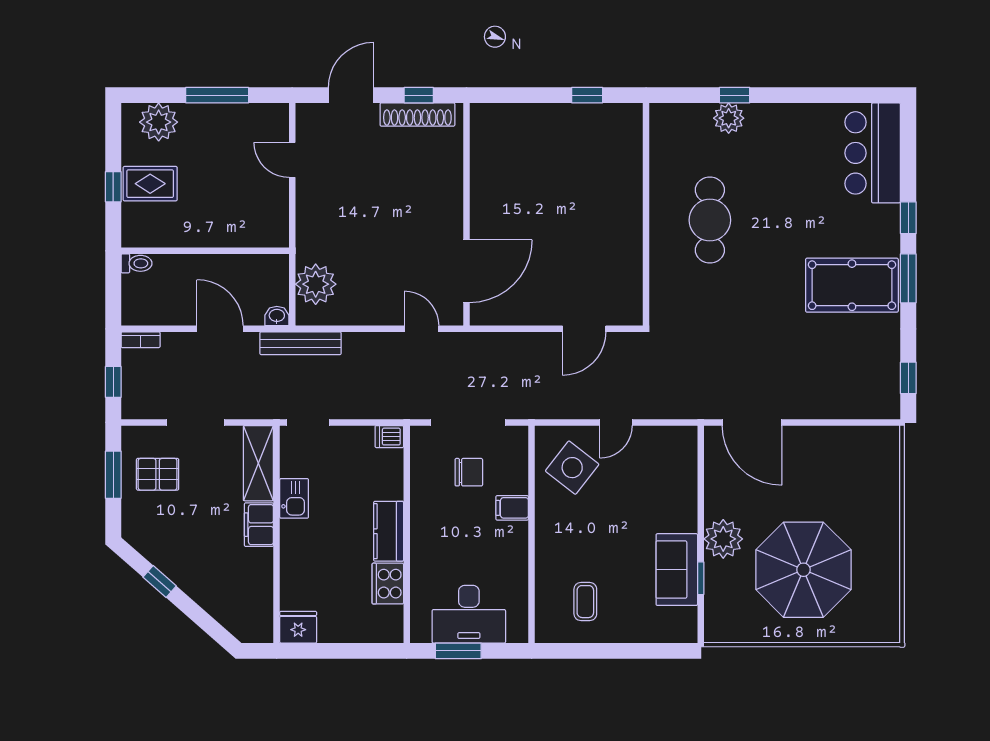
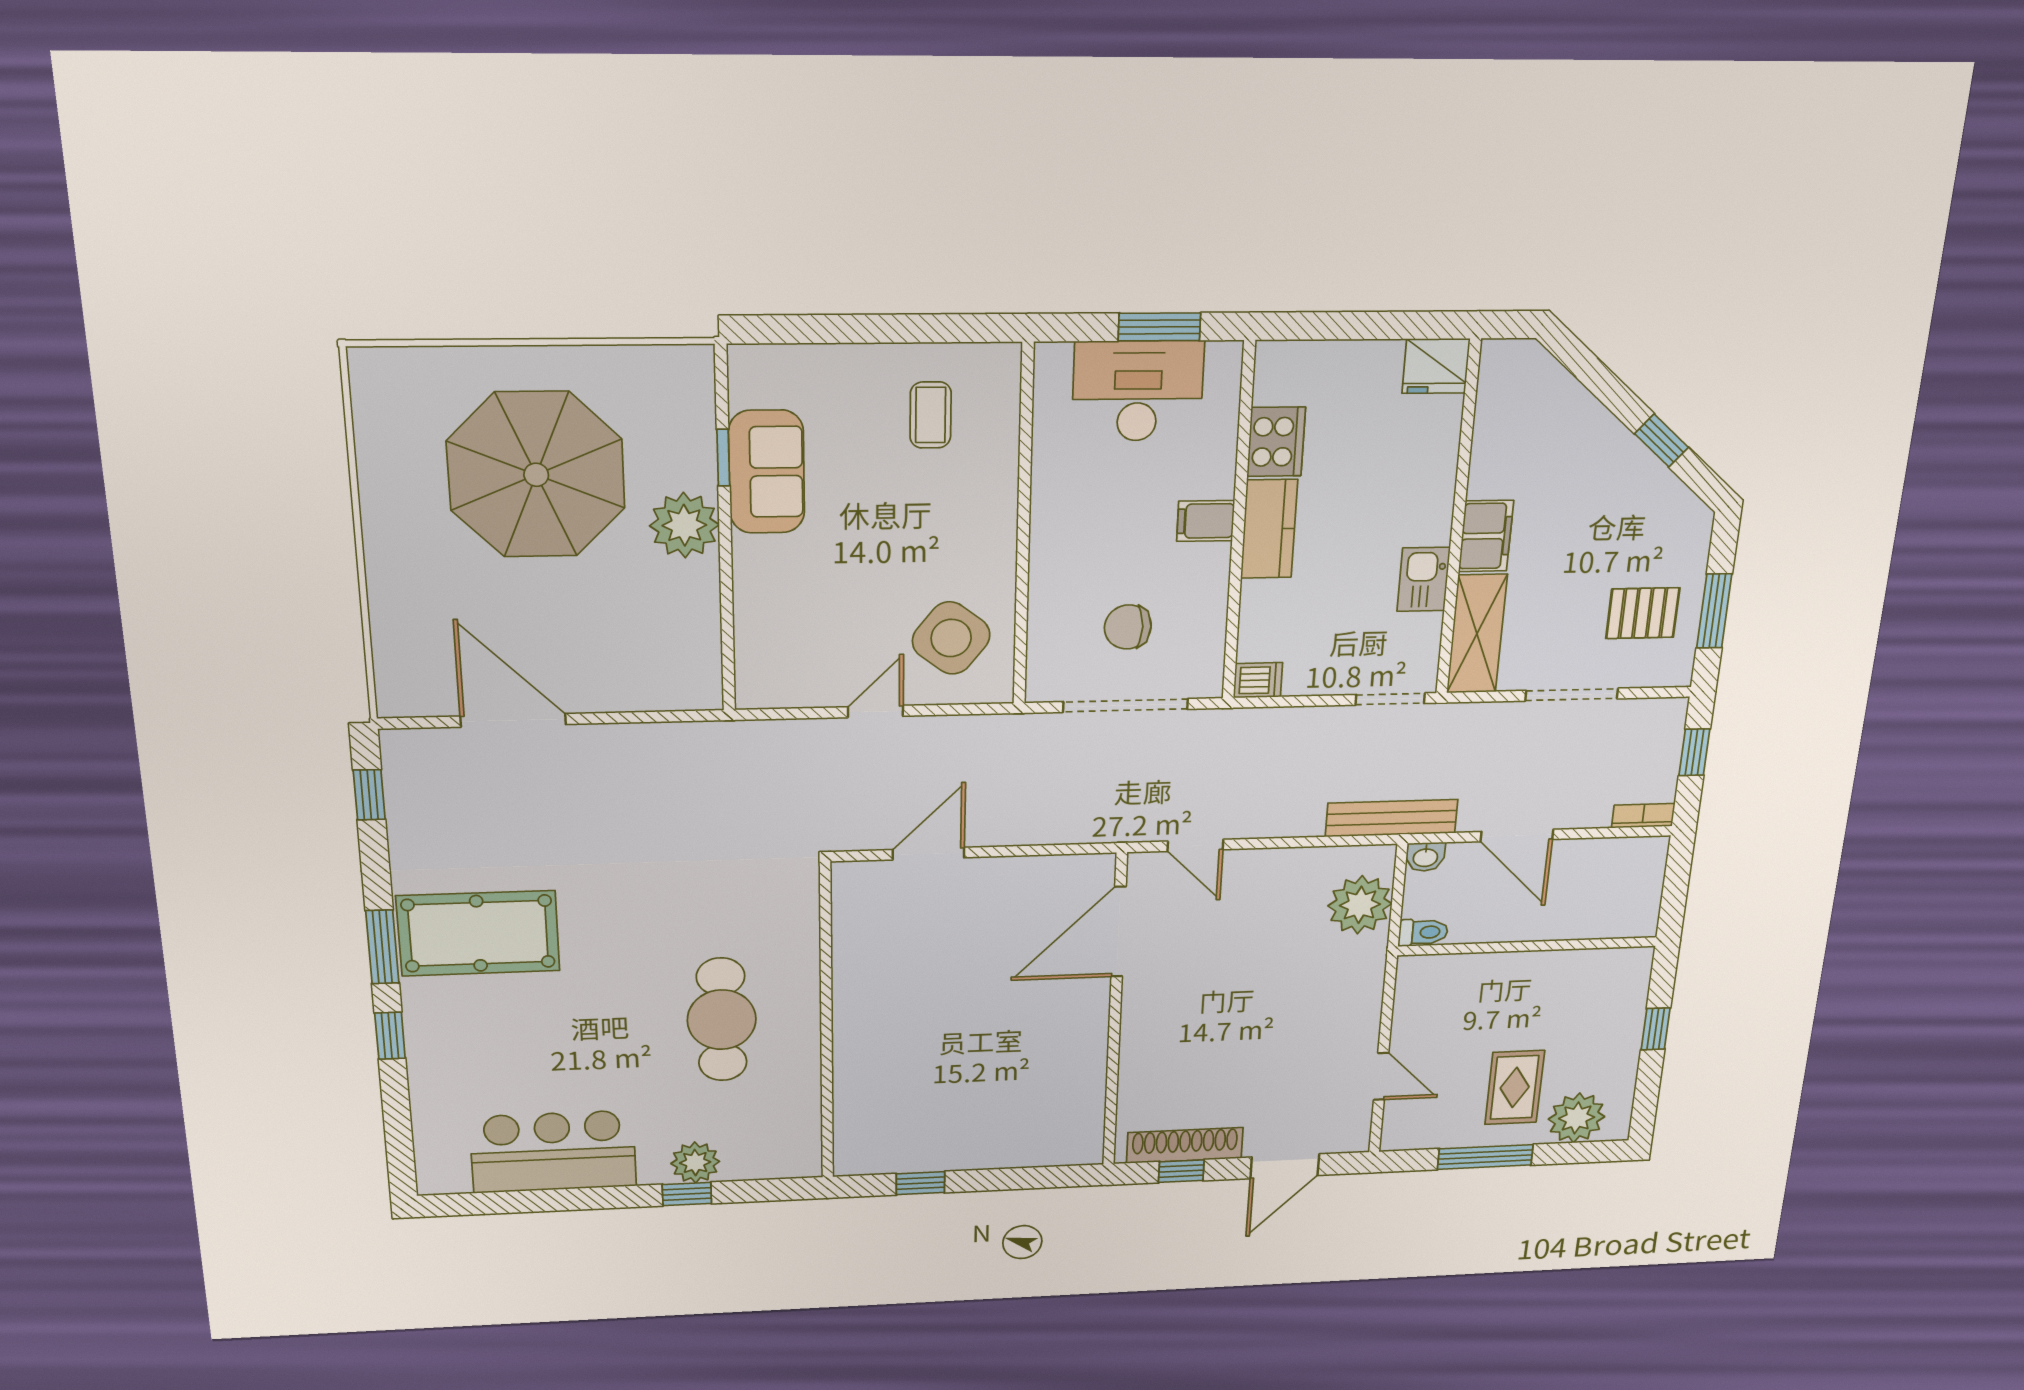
bar counter: (873, 153) -> (553, 1152), moved, turned -90
rug: (150, 184) -> (1515, 1087), moved, turned 90
toilet: (136, 263) -> (1423, 932), moved, turned 180
door: (752, 422) -> (513, 720), moved
filing cabinet: (512, 508) -> (1206, 521), moved, turned 180

